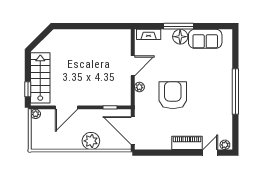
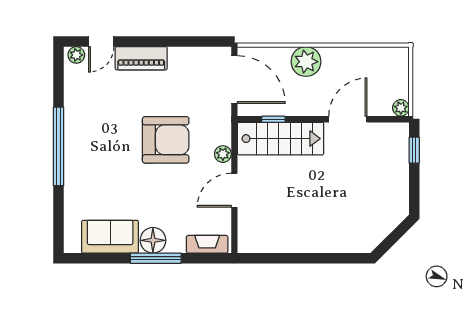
stairs: (40, 78) -> (281, 139), moved, turned -90
armchair: (173, 95) -> (166, 140), turned -90

